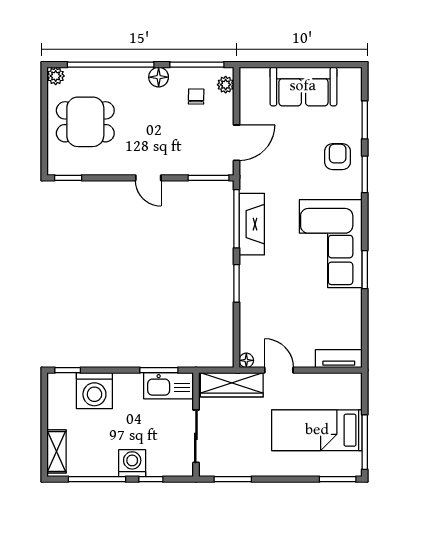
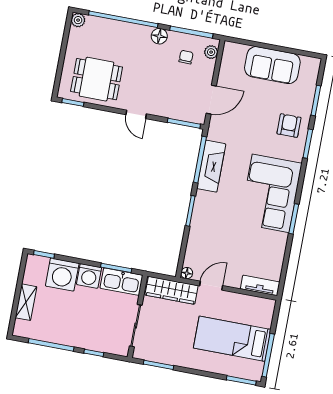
dining table: (85, 122) -> (97, 79), moved
door: (279, 370) -> (211, 286), hinge flipped
shelving: (56, 451) -> (26, 302), moved
washing machine: (132, 463) -> (89, 276), moved, turned 180

